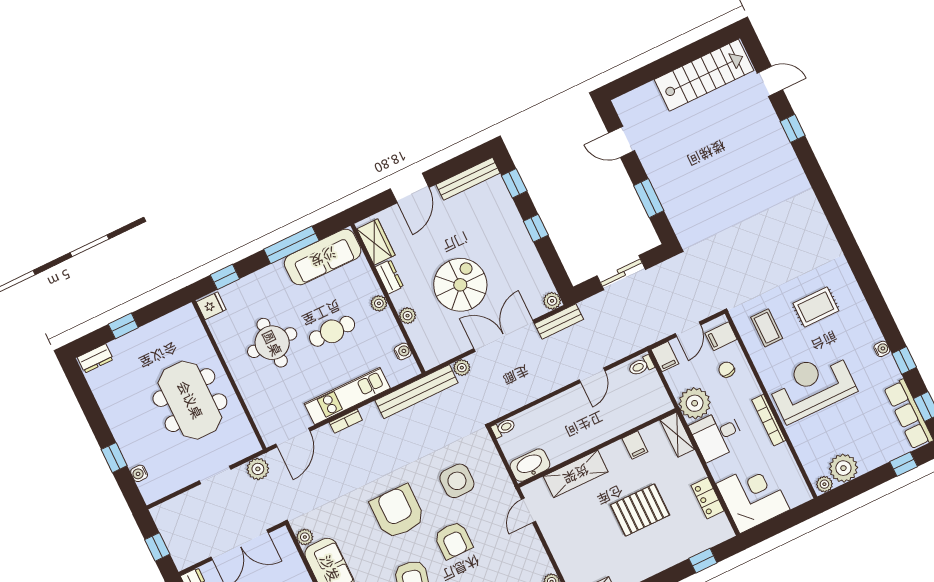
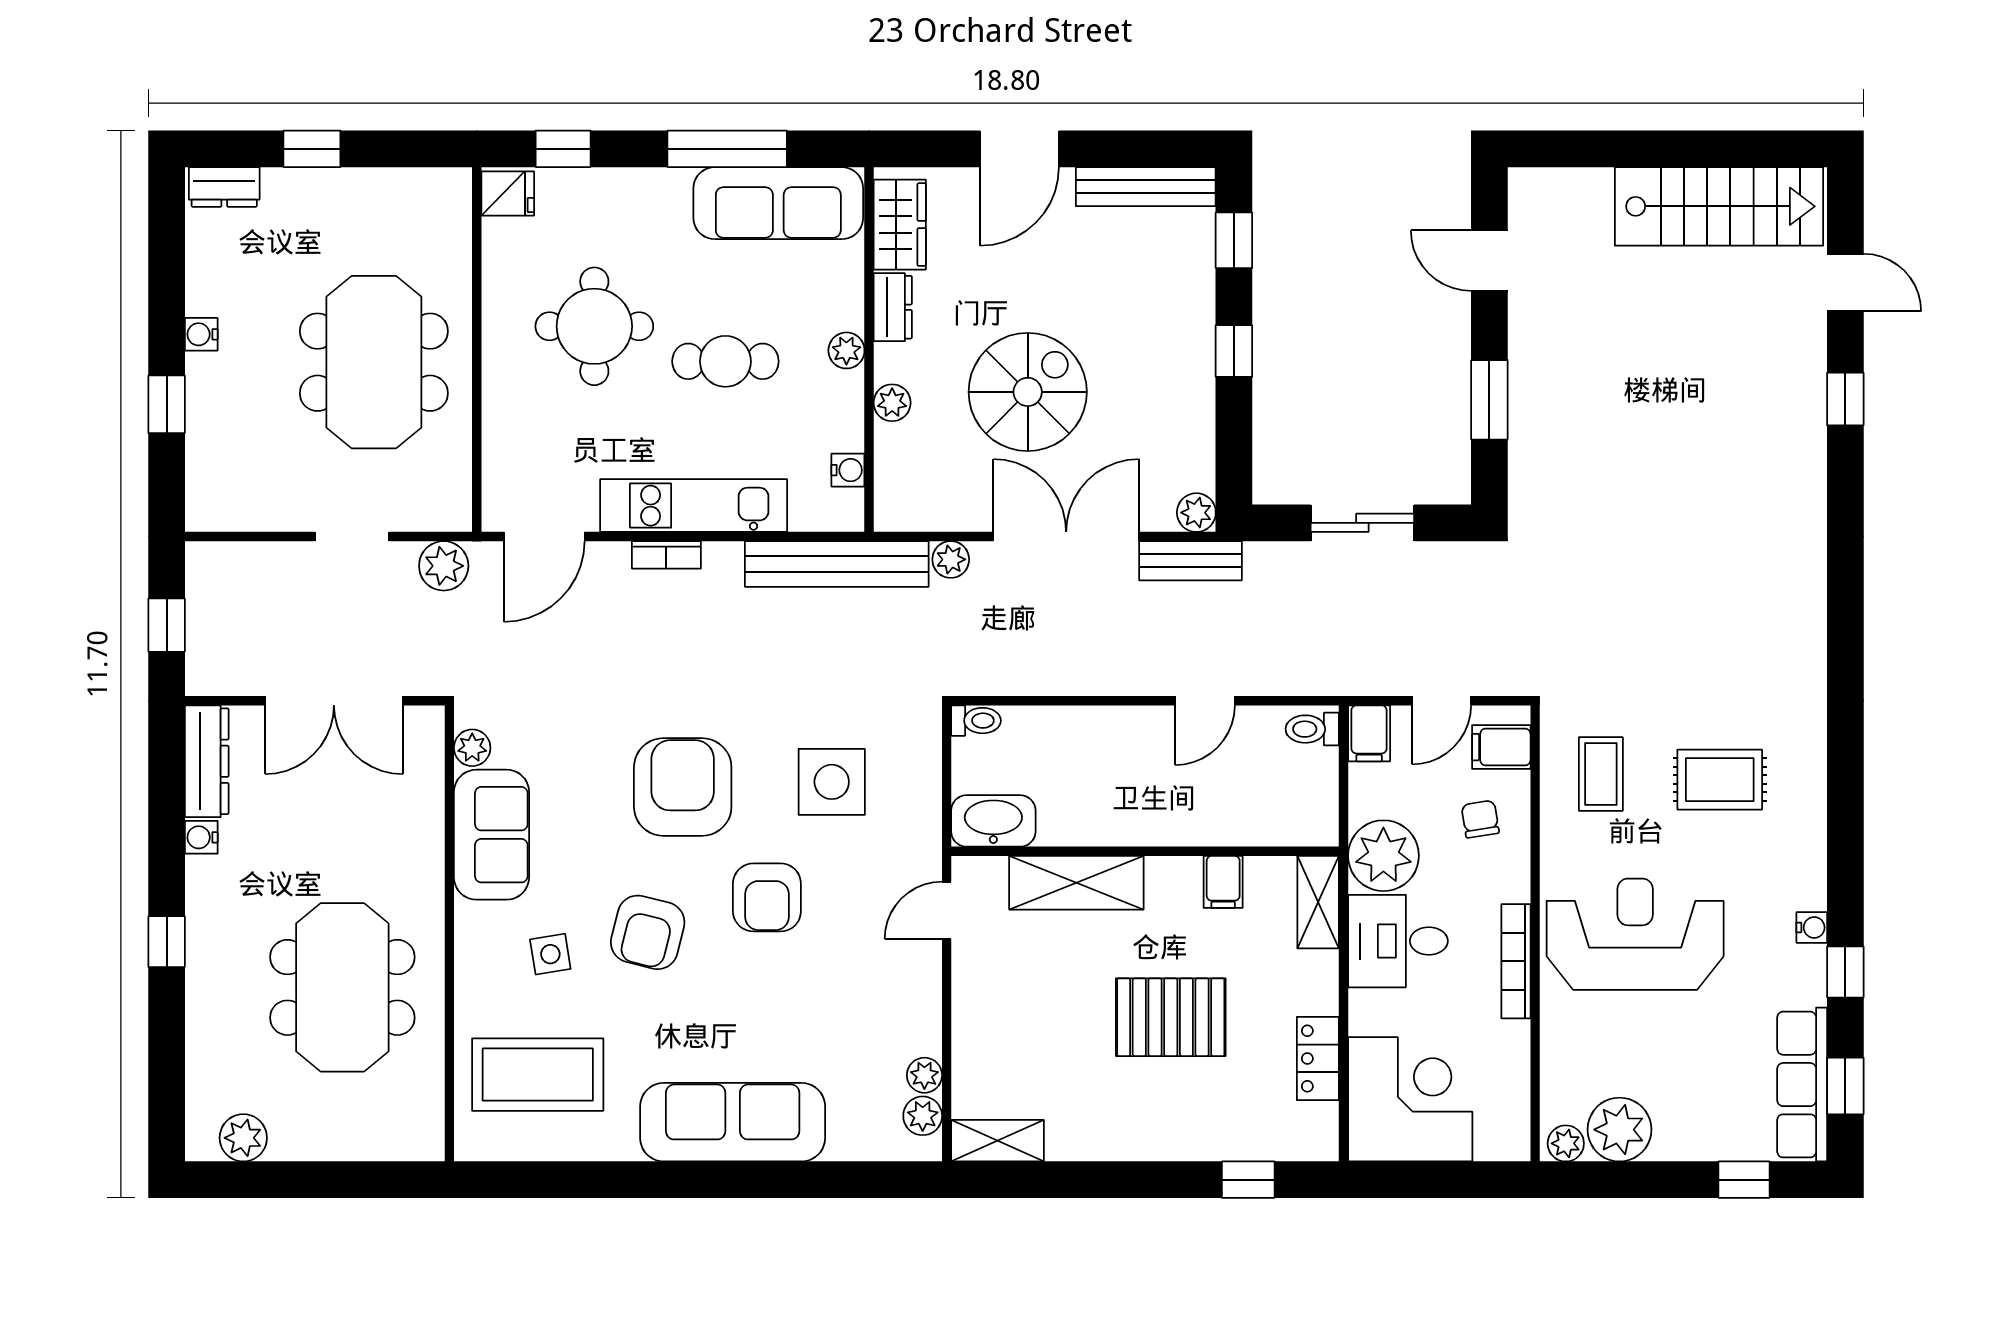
water cooler: (139, 473) -> (201, 334), moved

